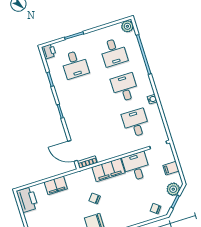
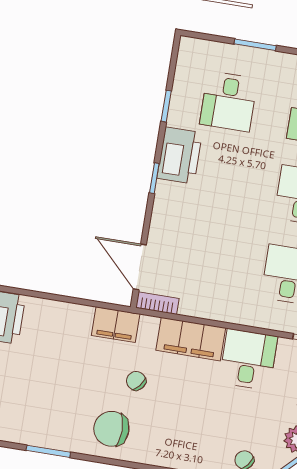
printer: (49, 51) -> (180, 155), moved, width x1.87, depth x1.48
filing cabinet: (56, 185) -> (116, 325), moved

